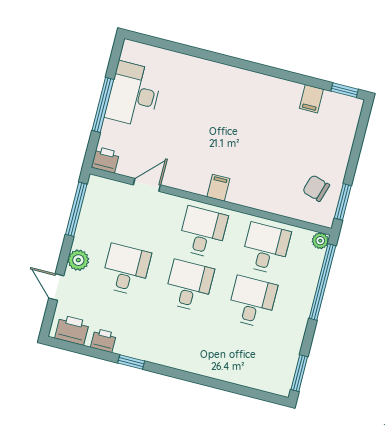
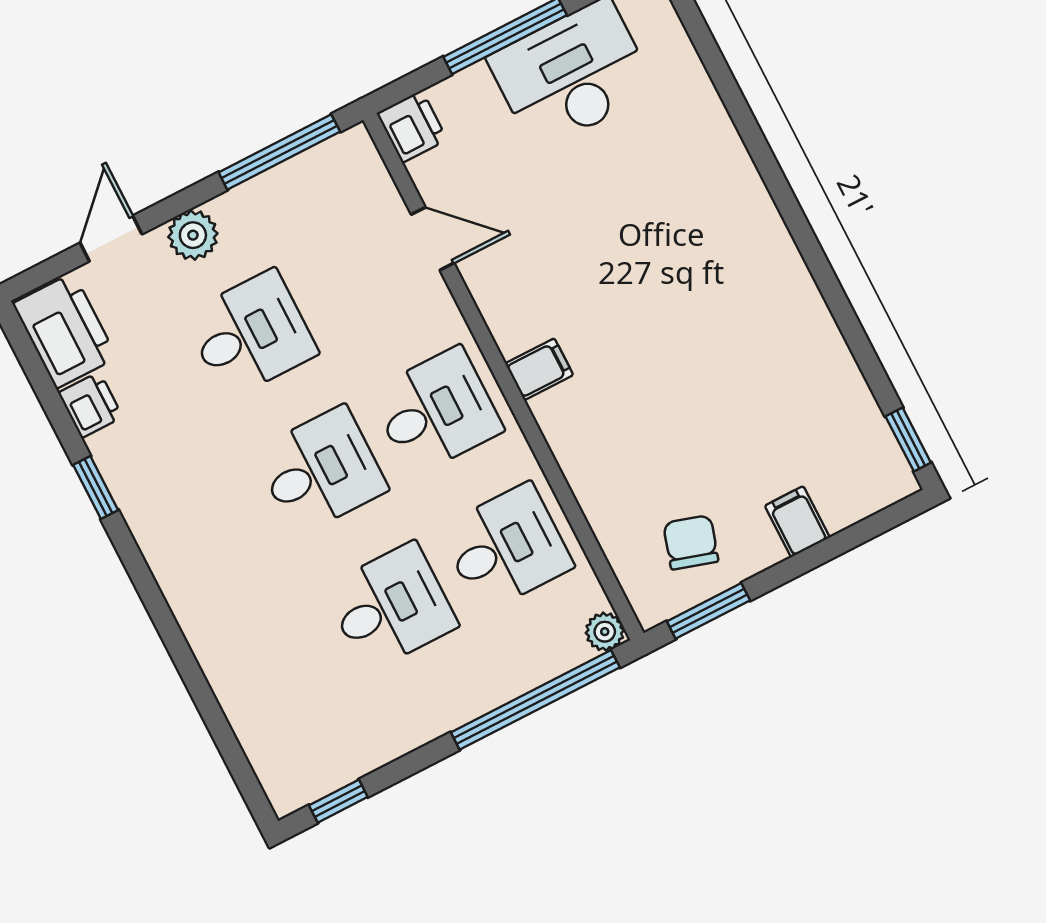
filing cabinet: (311, 99) -> (797, 522), moved, turned 90
printer: (72, 330) -> (65, 331), width x1.37, depth x1.19
window: (299, 373) -> (338, 801), width x0.67

